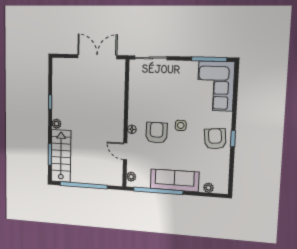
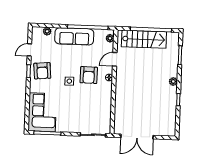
door: (125, 151) -> (115, 59), swing flipped
stairs: (61, 156) -> (144, 39), moved, turned -90
door: (232, 165) -> (29, 50), added

